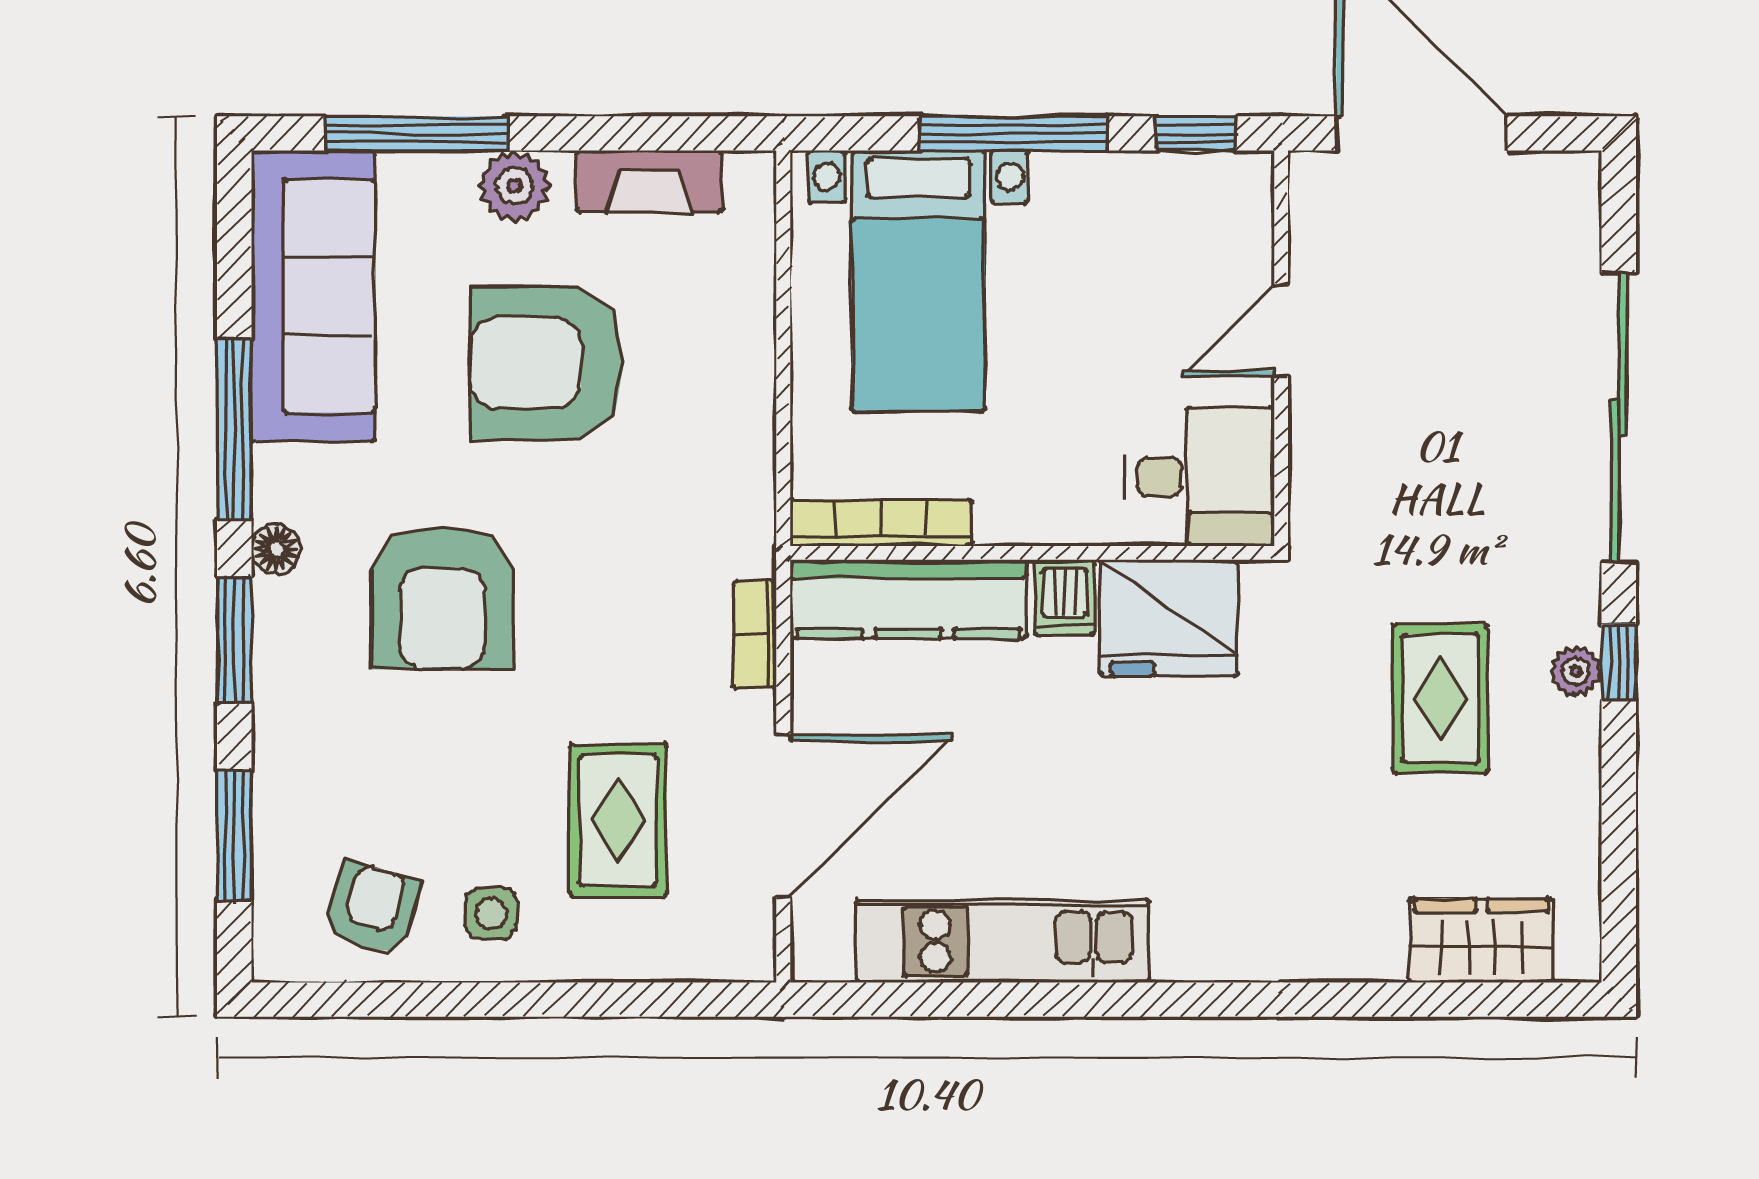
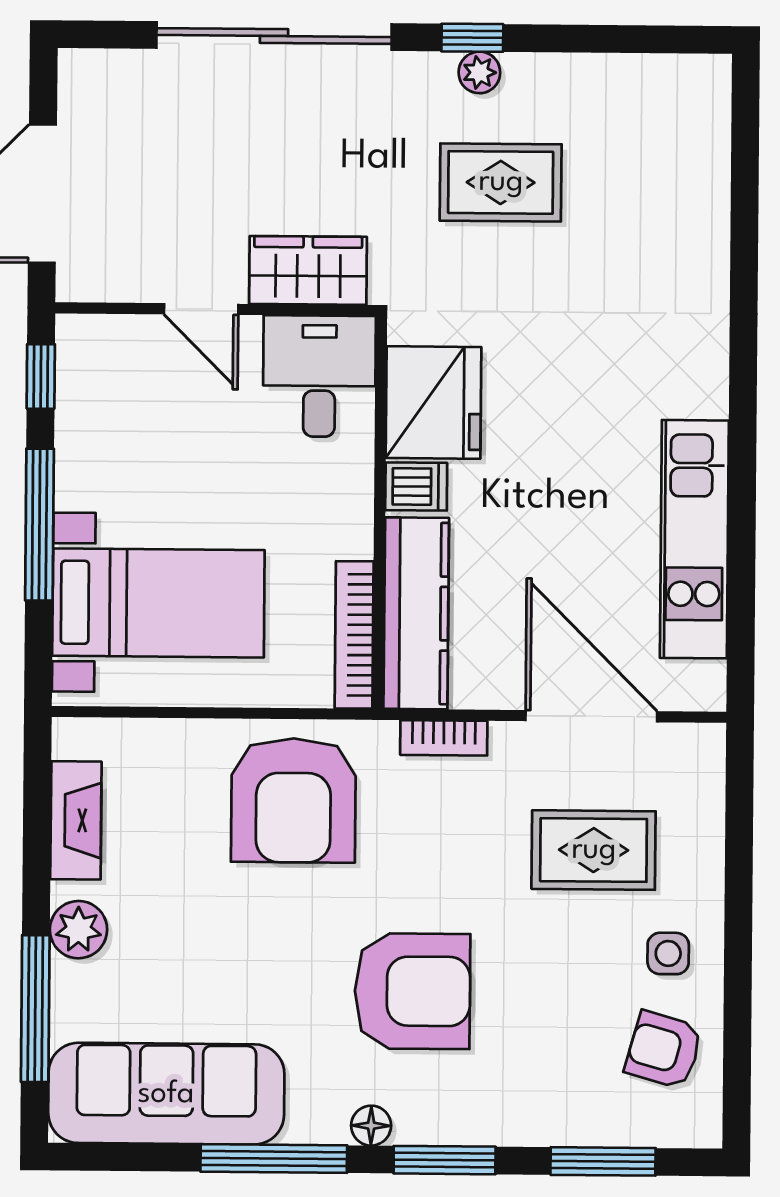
armchair: (547, 363) -> (293, 800), moved
wardrobe: (1481, 941) -> (308, 270), moved, turned 90

